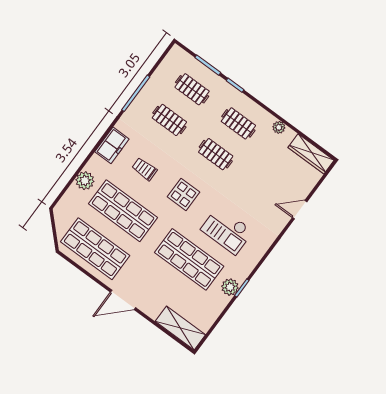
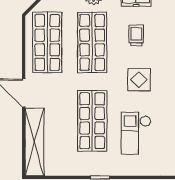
plant: (230, 287) -> (94, 168), removed
shelving: (180, 328) -> (34, 142), width x1.47

